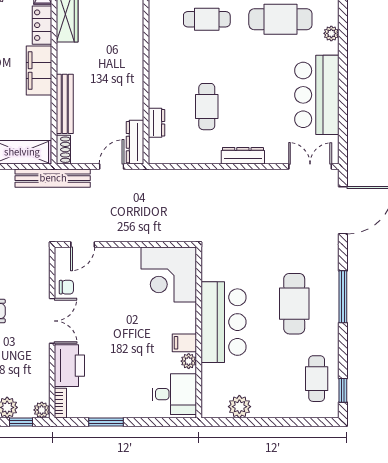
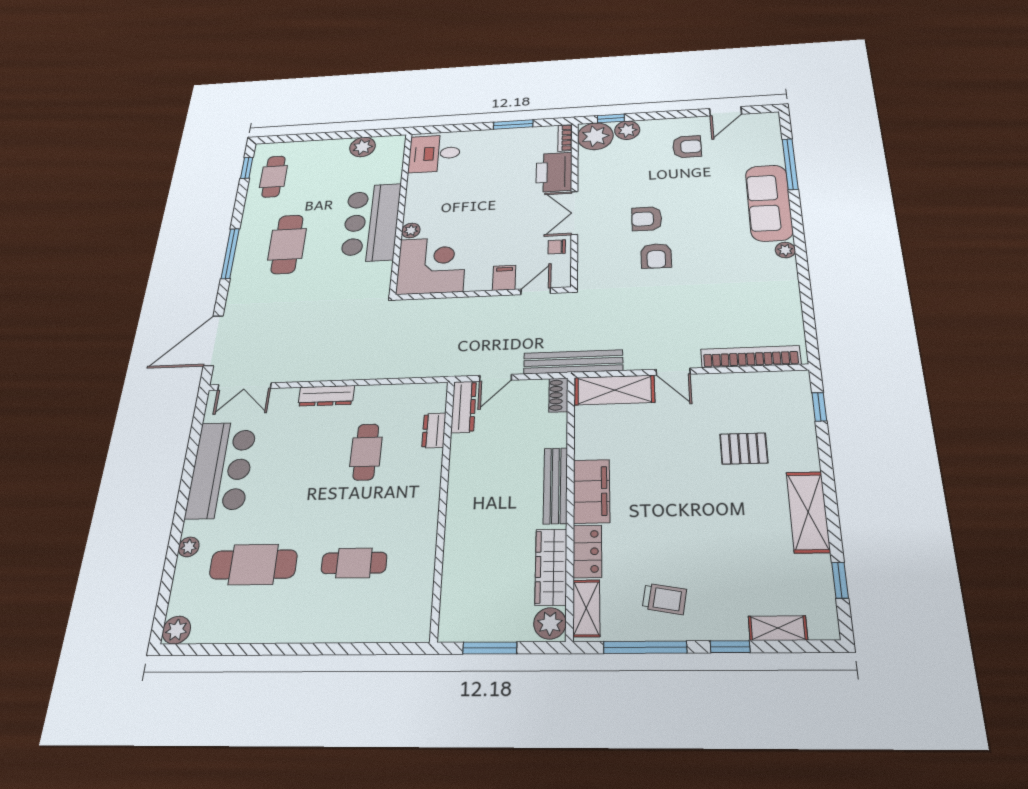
bench: (65, 104) -> (556, 485), moved
filing cabinet: (184, 343) -> (504, 278), moved, turned -90
plant: (189, 361) -> (411, 230), moved
plant: (42, 410) -> (595, 136), width x1.87, depth x1.87

